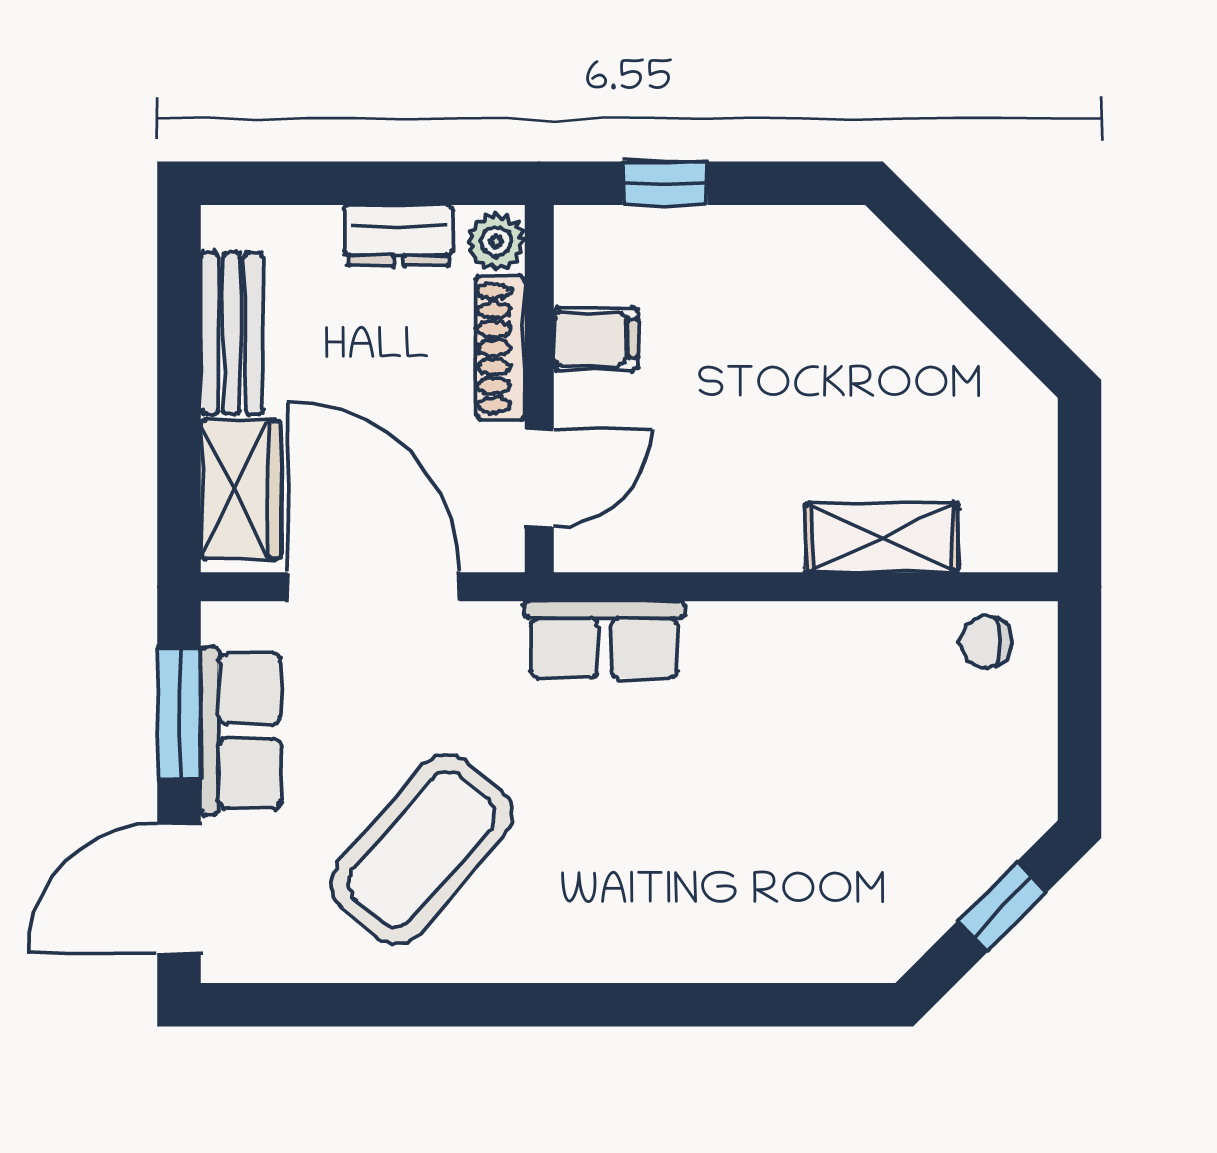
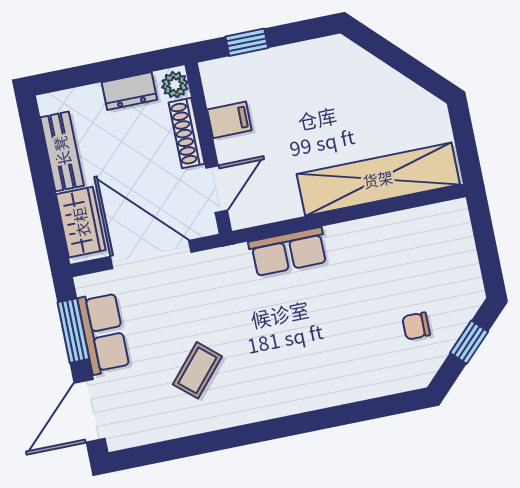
shelving: (882, 538) -> (378, 179), width x2.20, depth x1.33
row of seats: (604, 640) -> (288, 252), moved
chair: (986, 642) -> (416, 326), moved
coffee table: (422, 849) -> (197, 370), width x0.54, depth x0.58

